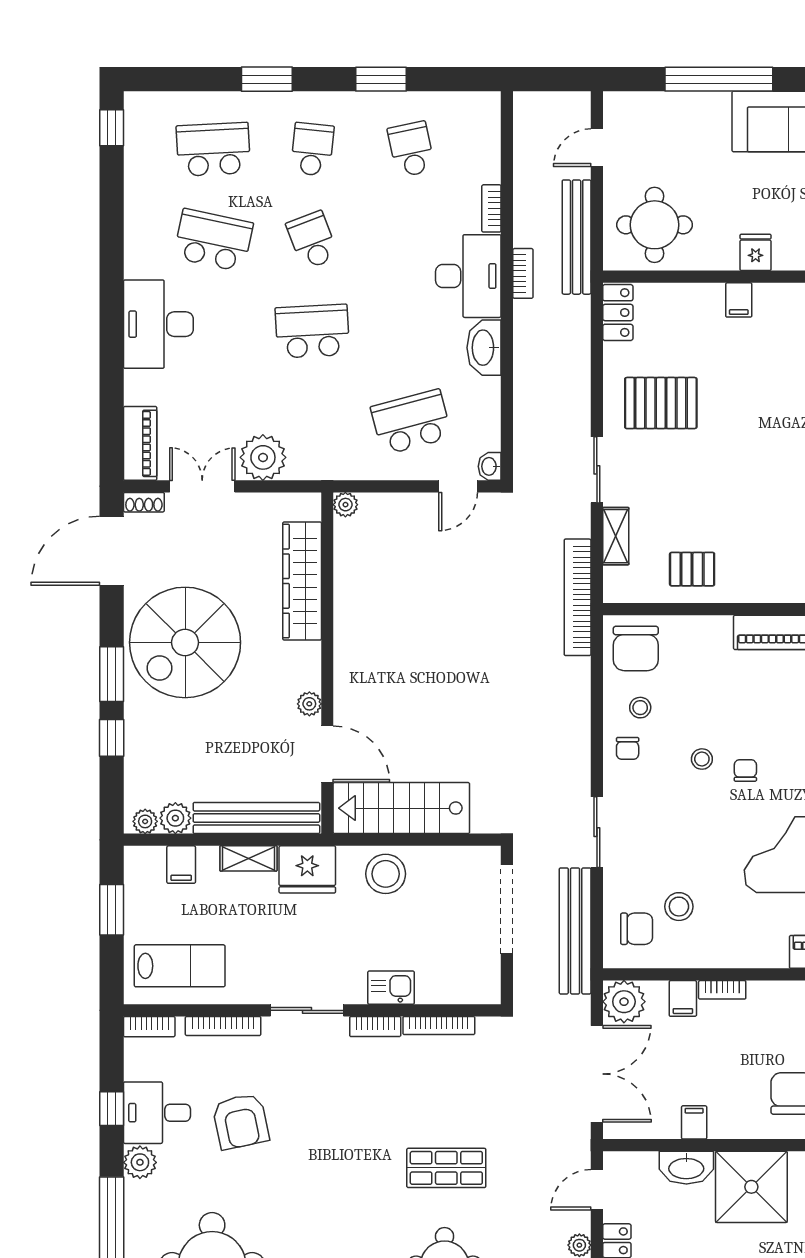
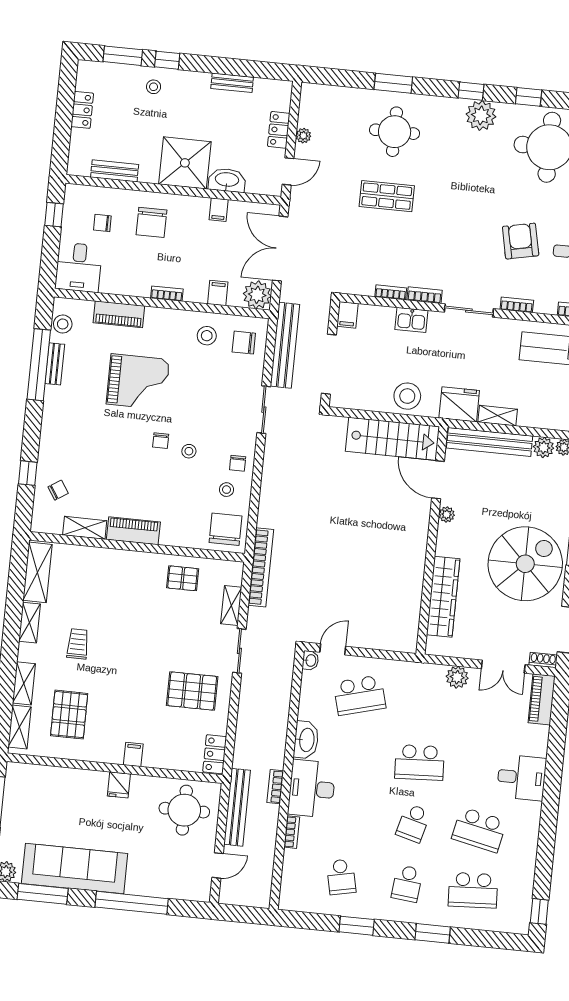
school desk: (312, 240) -> (413, 823), turned 36
desk: (158, 324) -> (521, 778), width x0.73
plant: (263, 457) -> (457, 677), width x0.73, depth x0.73
plant: (345, 505) -> (409, 645), removed
chair: (628, 748) -> (238, 463), turned 180
filing cabinet: (181, 865) -> (347, 315), moved, turned 180
stool: (679, 907) -> (207, 336), moved
bookcase: (722, 990) -> (167, 294), moved
bookcase: (223, 1026) -> (517, 305), width x0.64
bookcase: (439, 1026) -> (391, 292), width x0.64

